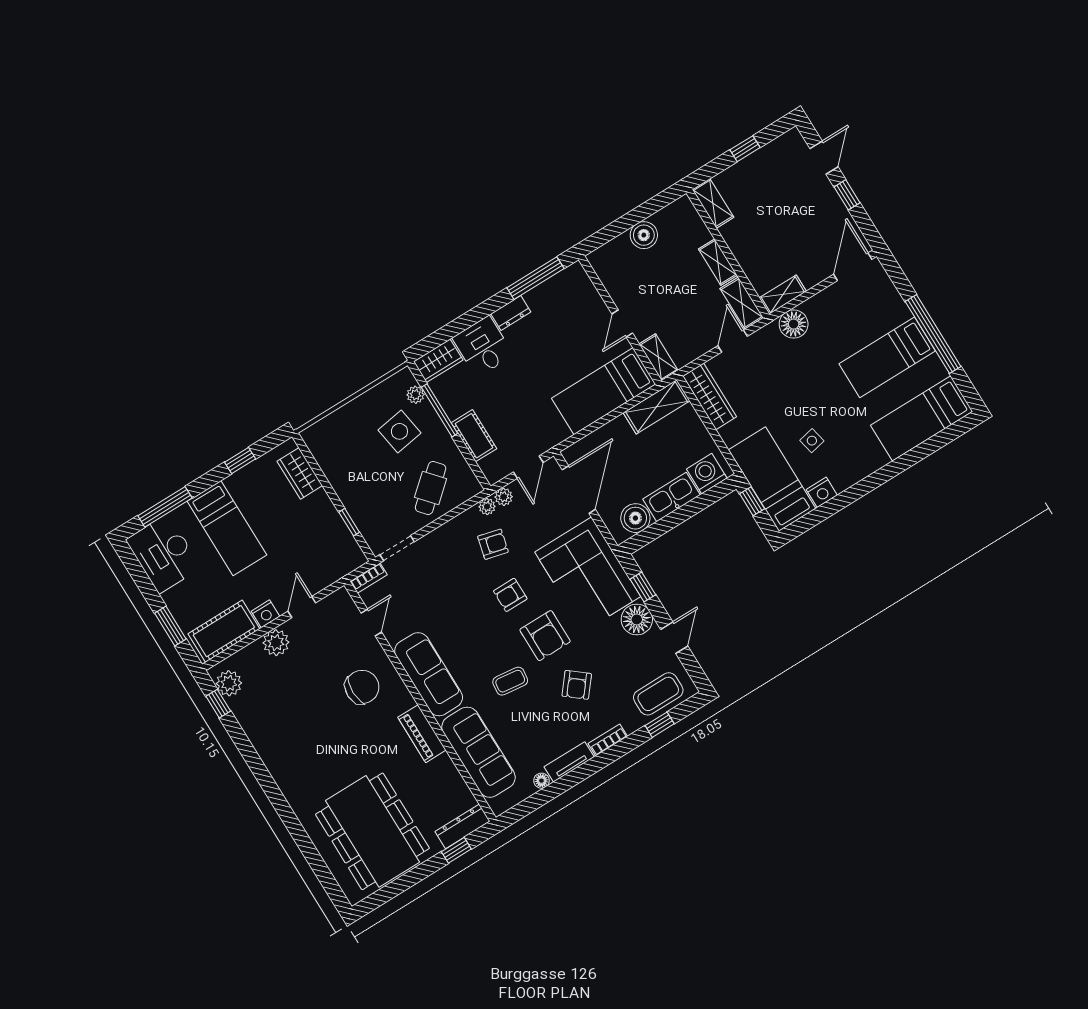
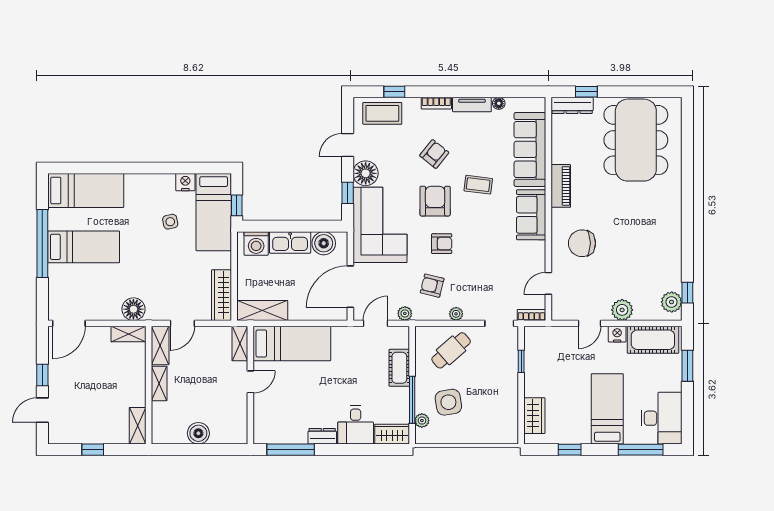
plant: (487, 507) -> (456, 314), moved
sofa: (429, 674) -> (531, 215), width x0.73

